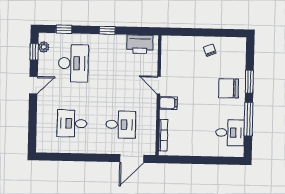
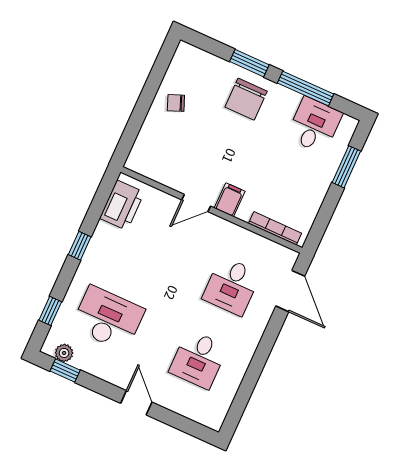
door: (33, 85) -> (136, 403), moved
desk: (121, 124) -> (231, 286), turned 180
window: (214, 160) -> (346, 167), added

